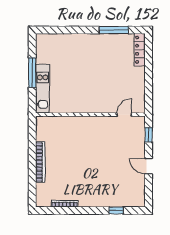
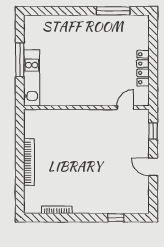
locker: (140, 50) -> (143, 68), moved

